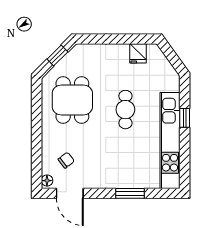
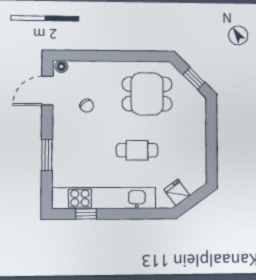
fridge: (138, 53) -> (177, 193), moved, turned 54
window: (185, 118) -> (86, 214), moved
chair: (66, 160) -> (87, 106), moved

